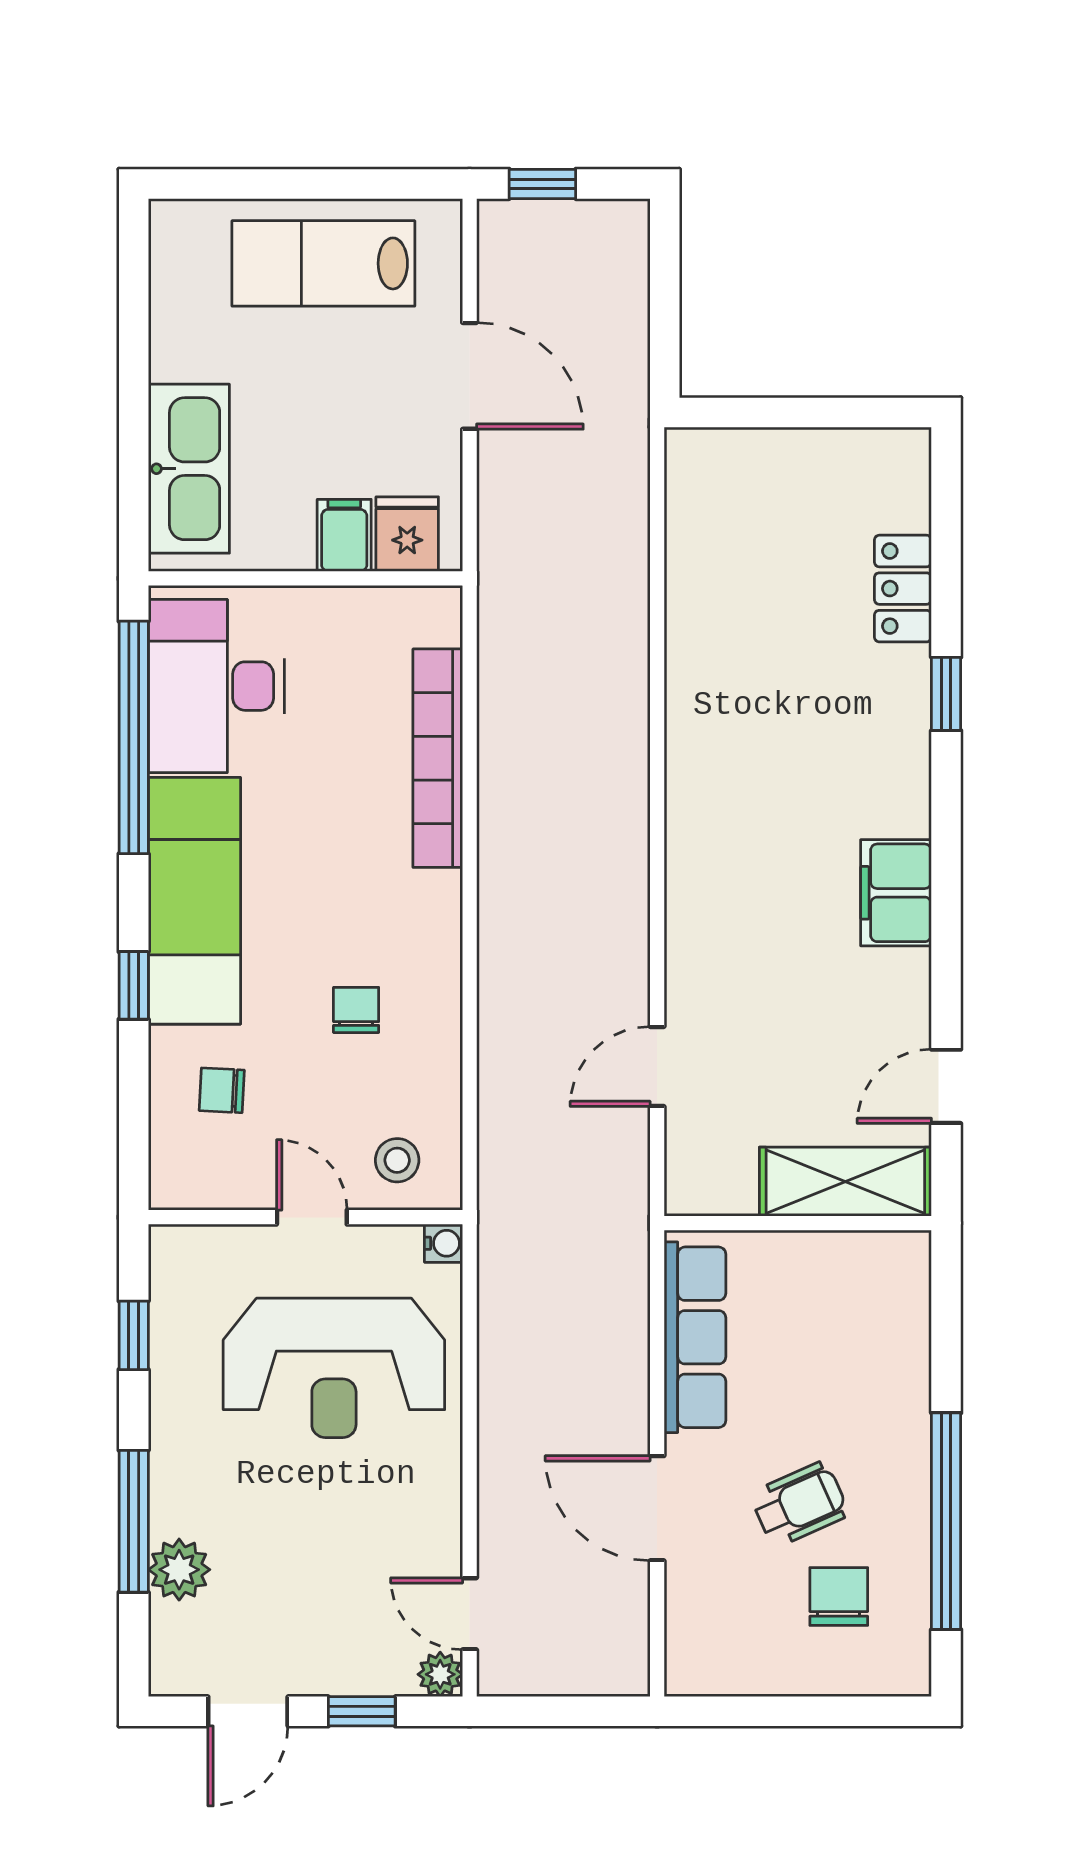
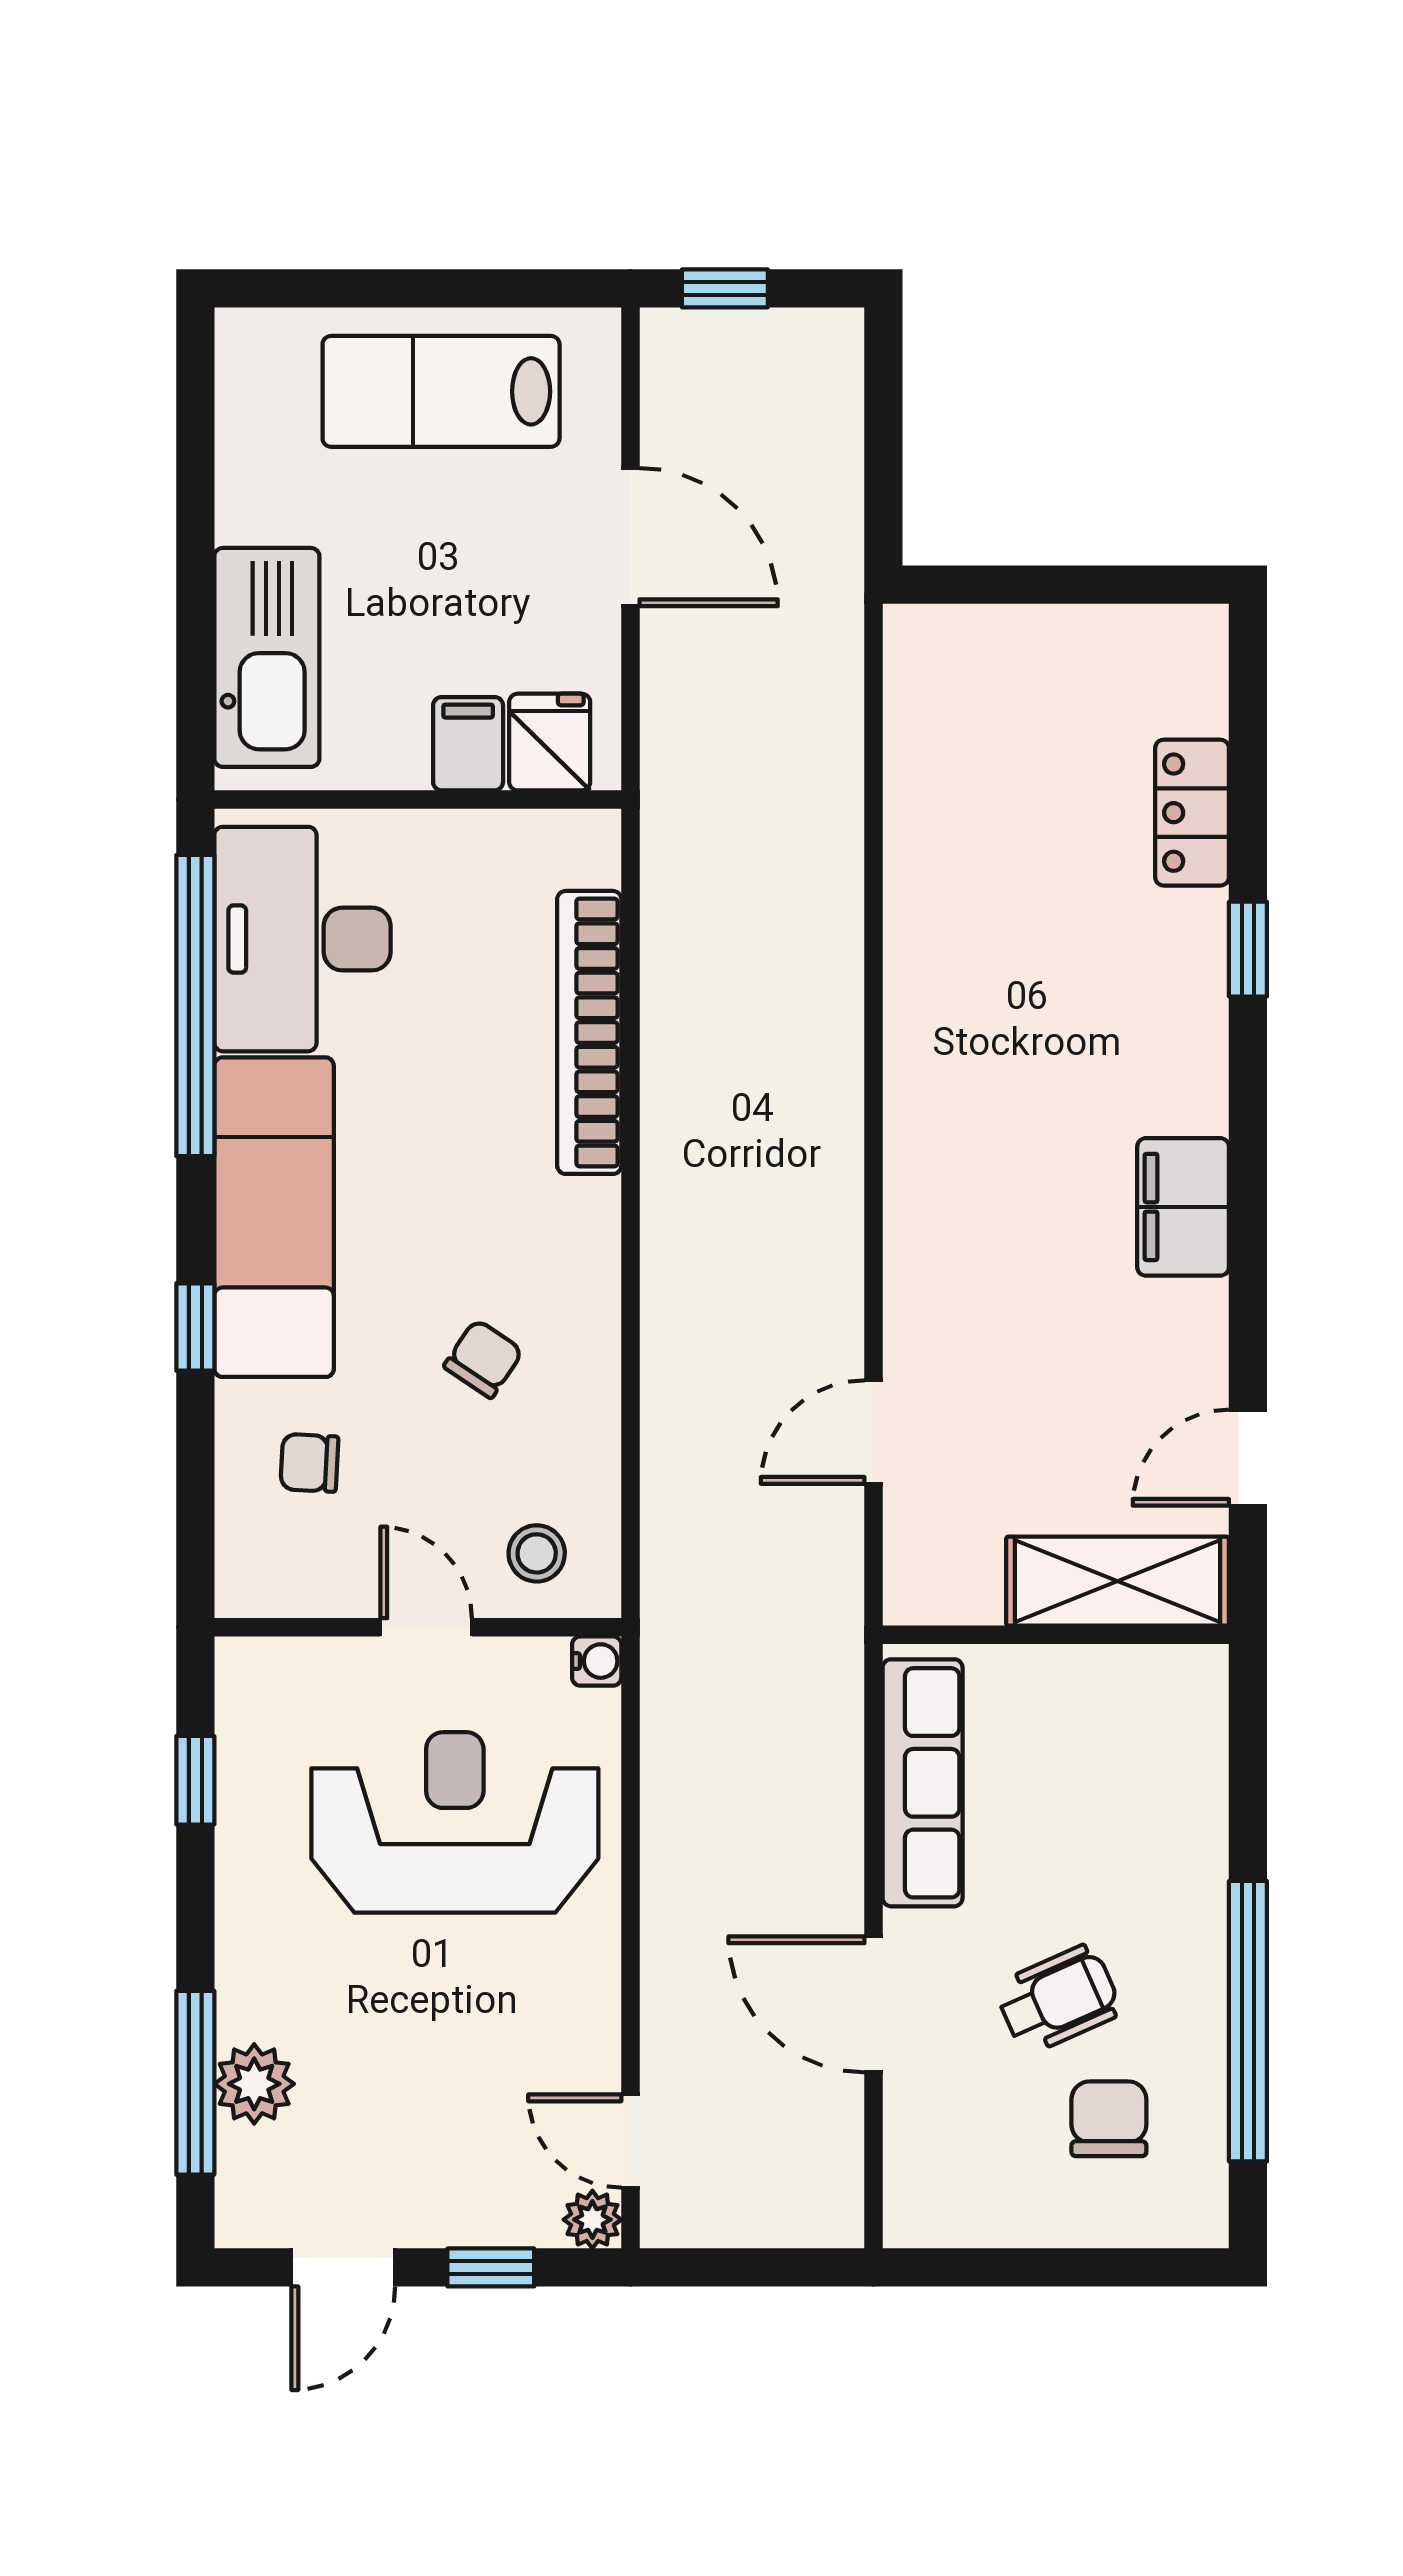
chair: (356, 1010) -> (483, 1359), turned 34
reception desk: (334, 1368) -> (455, 1822), turned 180
window: (134, 1521) -> (195, 2083), moved

